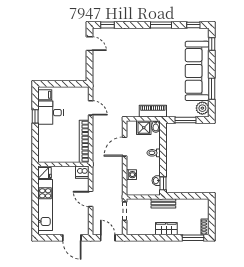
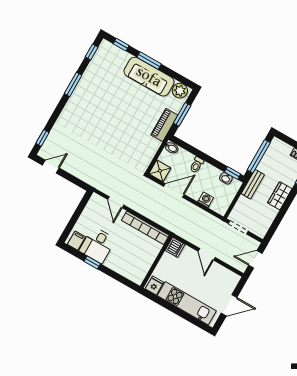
sofa: (197, 71) -> (149, 77), width x0.74, depth x0.79
window: (212, 89) -> (149, 61), moved
door: (91, 108) -> (116, 202), swing flipped
piano: (153, 111) -> (164, 125), moved
shower: (144, 128) -> (160, 171), moved
door: (125, 147) -> (174, 190), swing flipped
window: (187, 196) -> (259, 156), added
door: (91, 199) -> (207, 254), hinge flipped
door: (72, 238) -> (229, 305), moved

